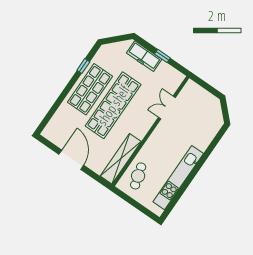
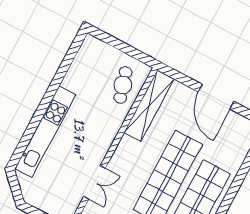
kitchen unit: (178, 178) -> (45, 132), moved

